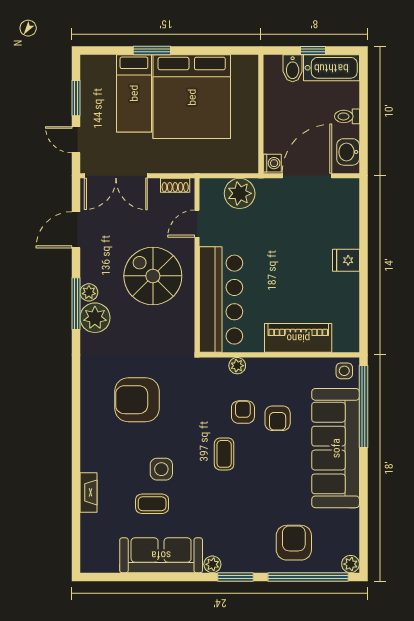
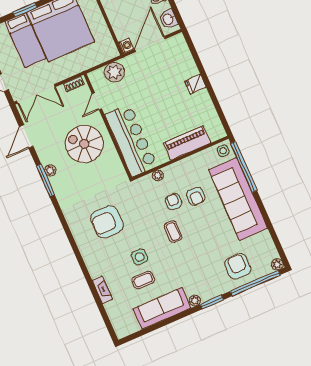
plant: (95, 318) -> (61, 184), removed

